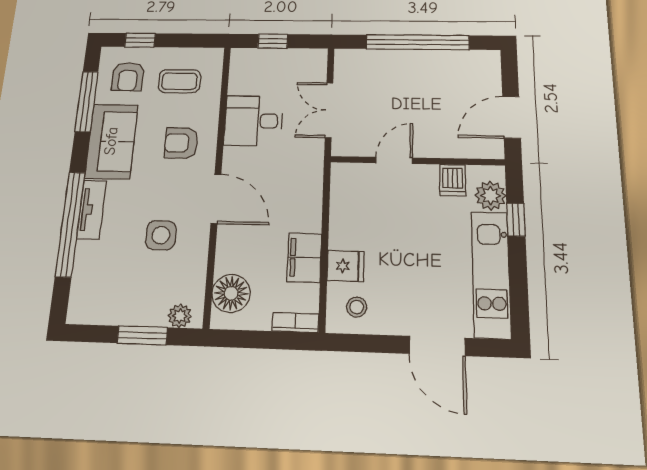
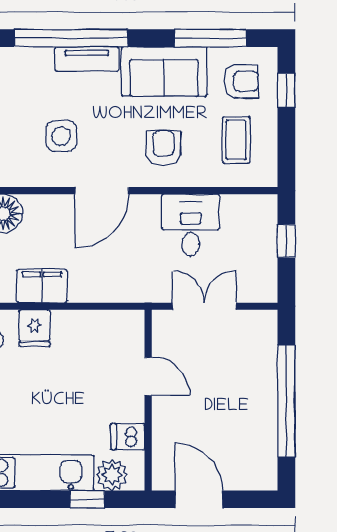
armchair: (128, 77) -> (241, 81), turned 180

